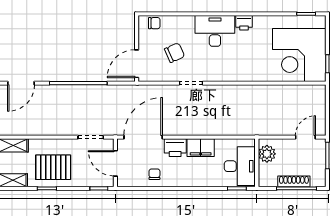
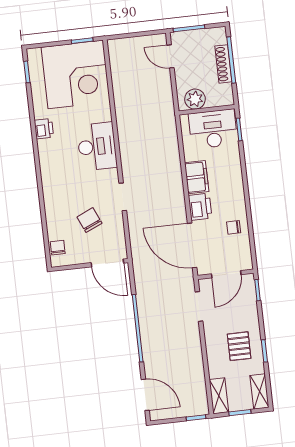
printer: (244, 23) -> (44, 129), moved
desk: (215, 31) -> (97, 146), moved, turned 180
pallet: (53, 167) -> (239, 346), width x0.67, depth x0.71

